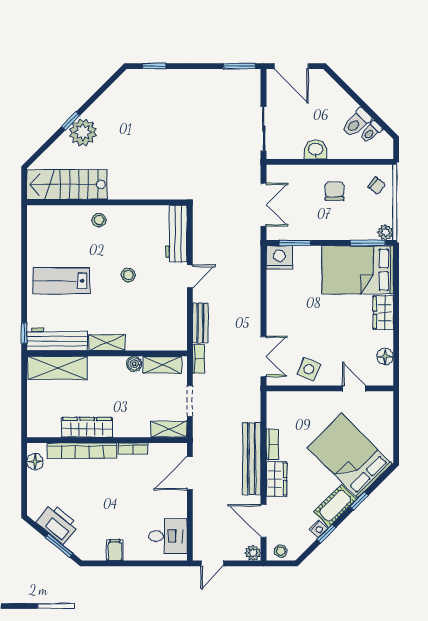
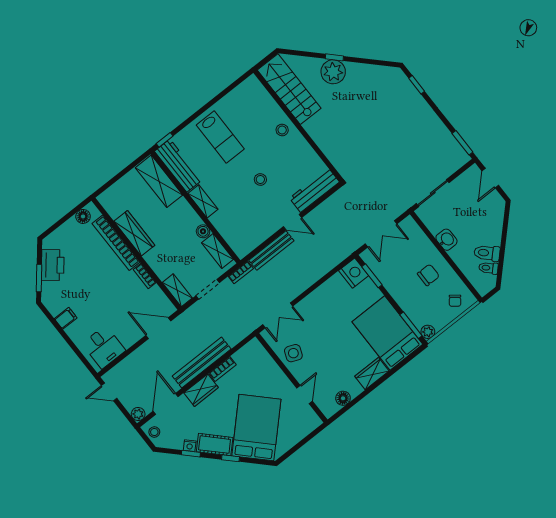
door: (291, 66) -> (490, 178), width x0.73
lab bench: (61, 281) -> (220, 137), turned 180
bench: (200, 323) -> (271, 251), width x1.36

